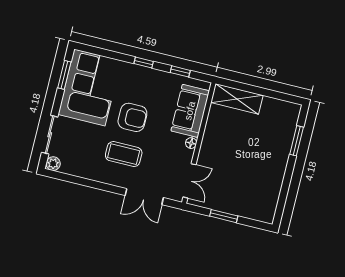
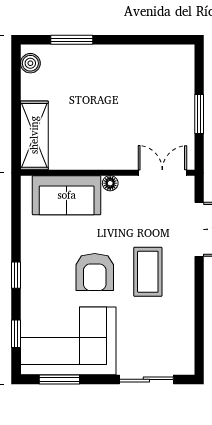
window: (180, 71) -> (16, 334), moved
boiler: (287, 108) -> (30, 63), added
armchair: (132, 117) -> (95, 272), turned 180
plant: (53, 164) -> (185, 365), removed

